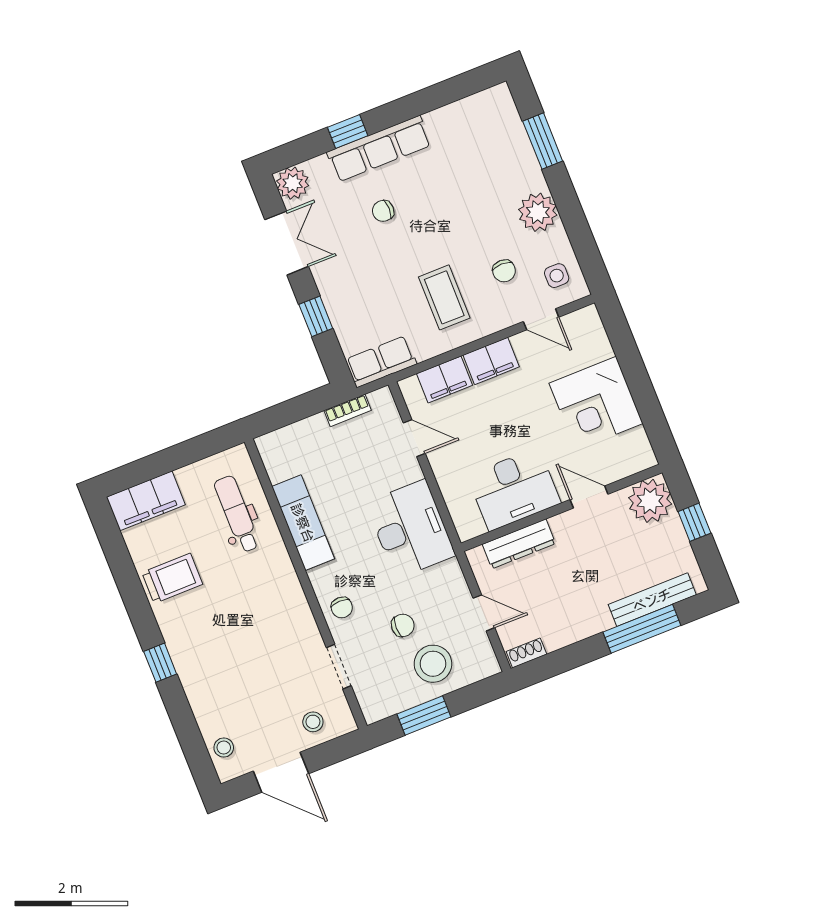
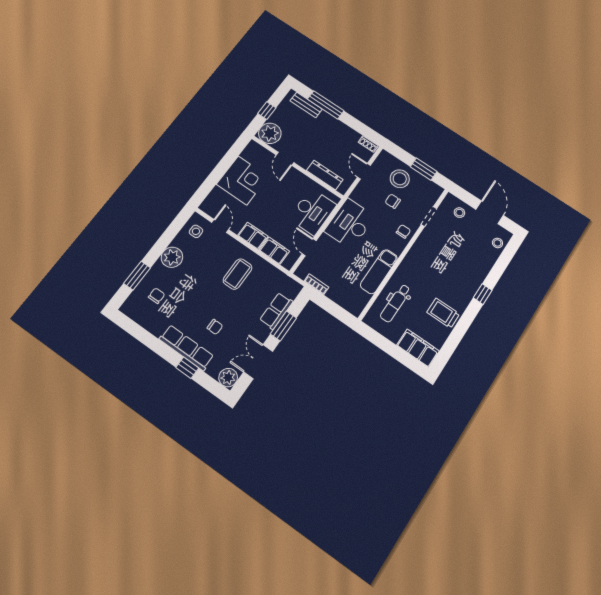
chair: (504, 271) -> (157, 296), moved
window: (316, 316) -> (283, 326), width x1.50
row of seats: (381, 362) -> (276, 311), moved, turned 90
desk: (514, 489) -> (313, 212), moved, turned 90
bench: (652, 600) -> (306, 105), width x0.73

